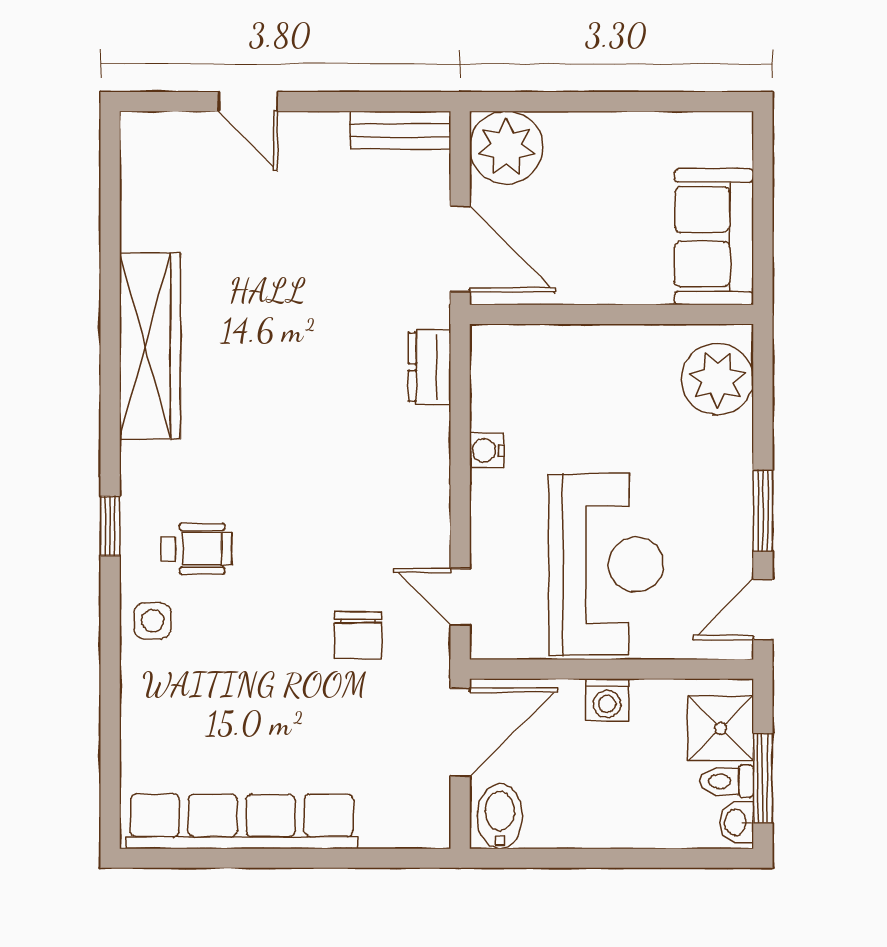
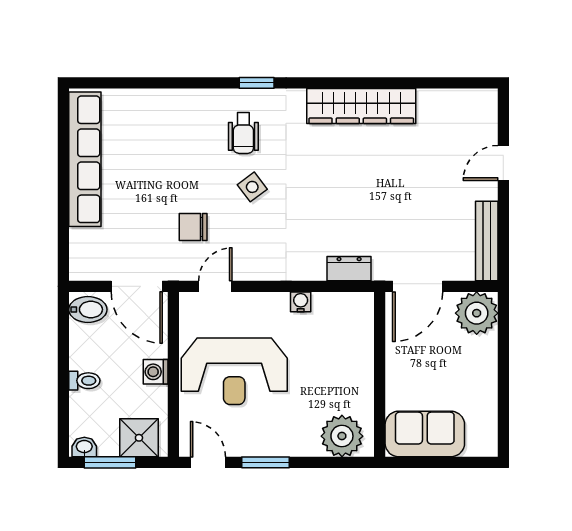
bench: (400, 130) -> (487, 241), width x1.36
side table: (153, 621) -> (252, 187), moved, turned -37
toilet: (727, 781) -> (84, 381), moved, turned 90

